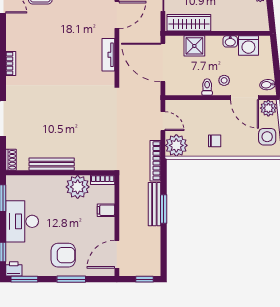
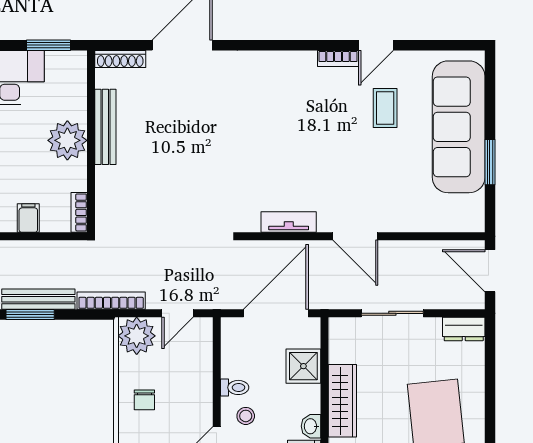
wardrobe: (189, 23) -> (342, 401), moved
bookcase: (11, 63) -> (338, 58), moved
shoe rack: (11, 160) -> (120, 59), width x1.43
plant: (78, 187) -> (67, 140), moved

